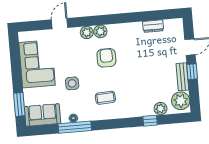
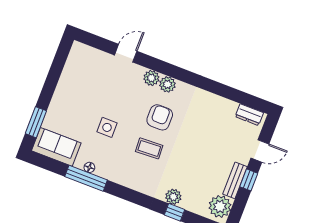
dresser: (153, 26) -> (249, 115), moved
corner sofa: (37, 64) -> (78, 86), removed
coffee table: (105, 98) -> (149, 148), moved
plant: (161, 109) -> (173, 197), moved

